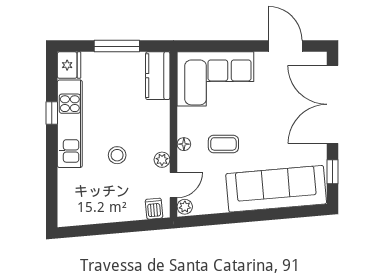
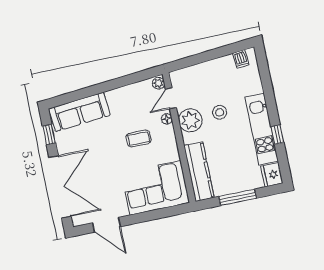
kitchen counter: (158, 76) -> (199, 172), width x1.50
floor lamp: (184, 144) -> (167, 119), moved
plant: (162, 160) -> (190, 120), width x1.87, depth x1.87
sofa: (276, 189) -> (79, 112), width x0.74, depth x0.79
dishwasher: (154, 209) -> (241, 59), moved

